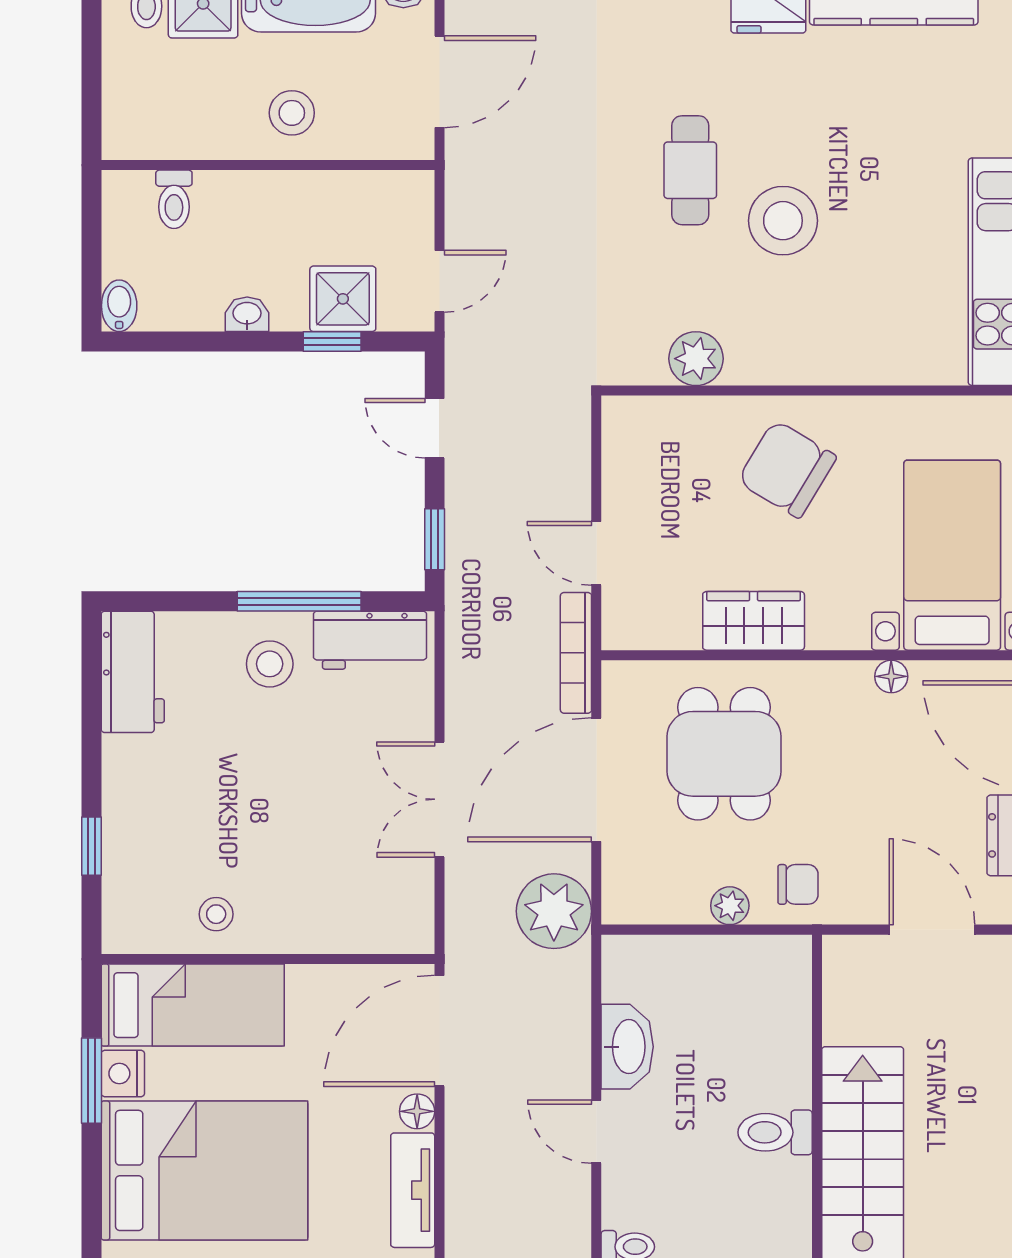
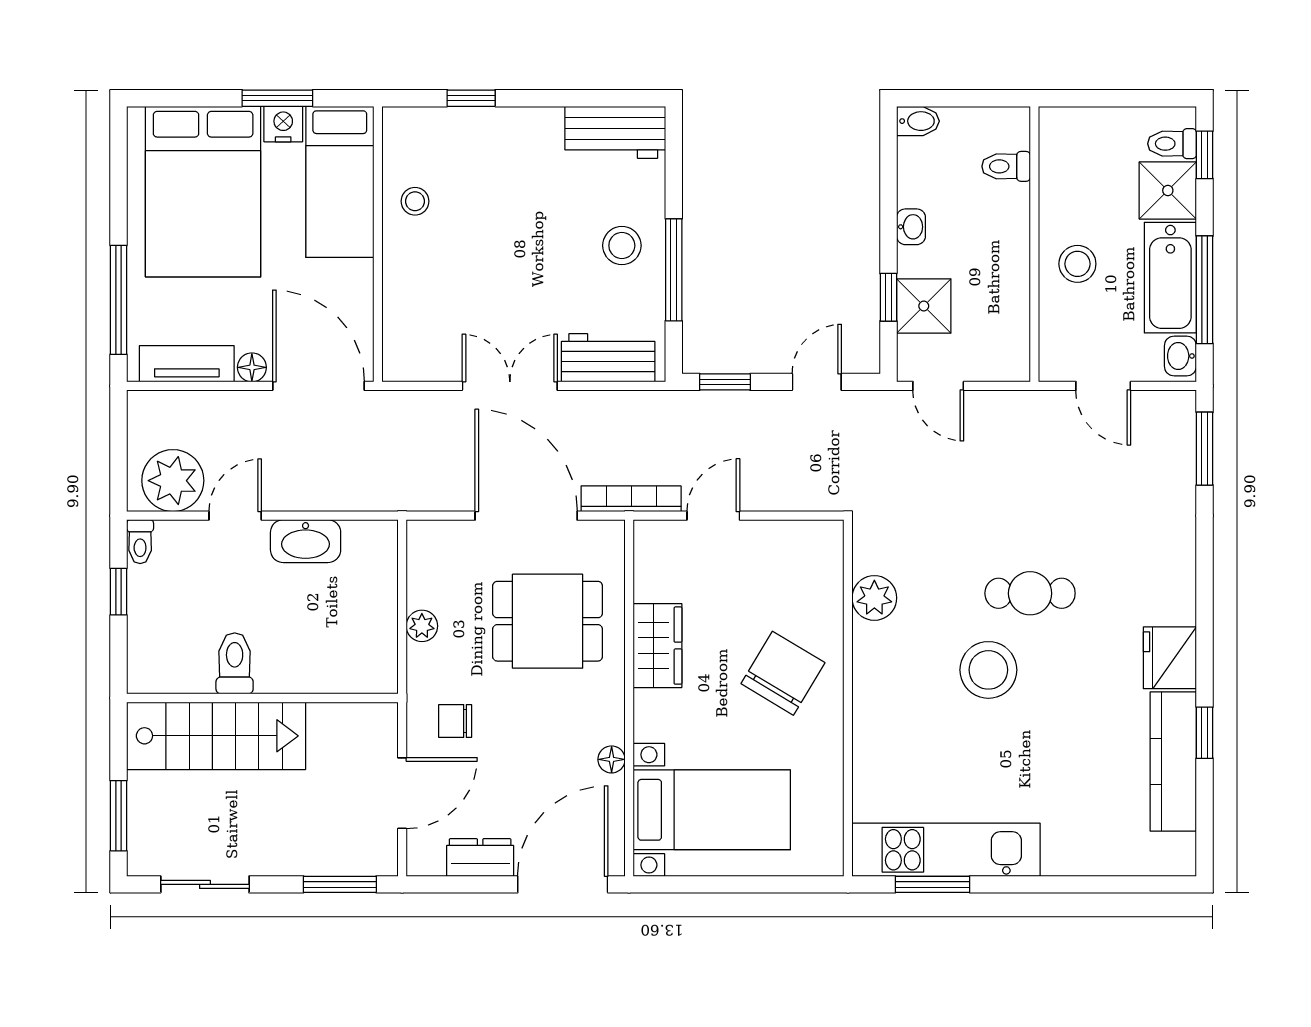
door: (439, 82) -> (1103, 386), width x0.73
workbench: (370, 640) -> (608, 358), moved, turned 90
chair: (798, 884) -> (455, 721), moved, turned 90
plant: (554, 911) -> (173, 481), moved

